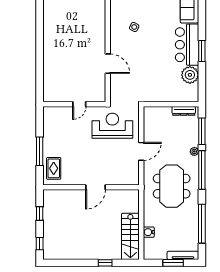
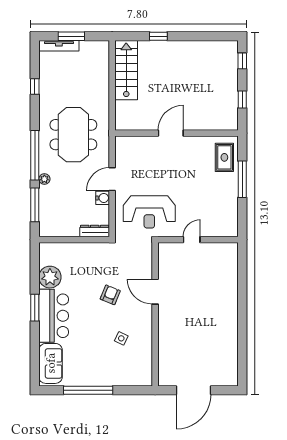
armchair: (143, 61) -> (110, 295), added
dresser: (184, 111) -> (95, 231), moved
window: (202, 224) -> (35, 86), width x0.32
water cooler: (149, 232) -> (103, 198), moved

